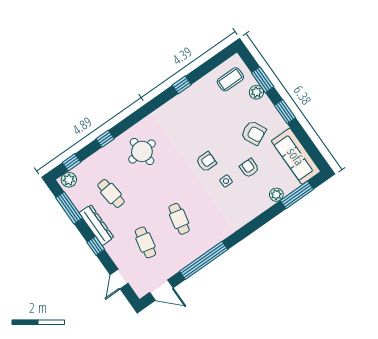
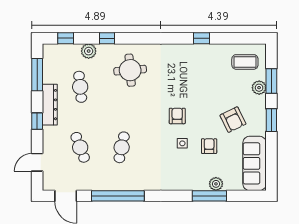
armchair: (206, 162) -> (177, 116), turned -90
plant: (69, 180) -> (89, 51), moved
window: (297, 195) -> (209, 196), moved
cafe table: (145, 242) -> (80, 147), turned -33

